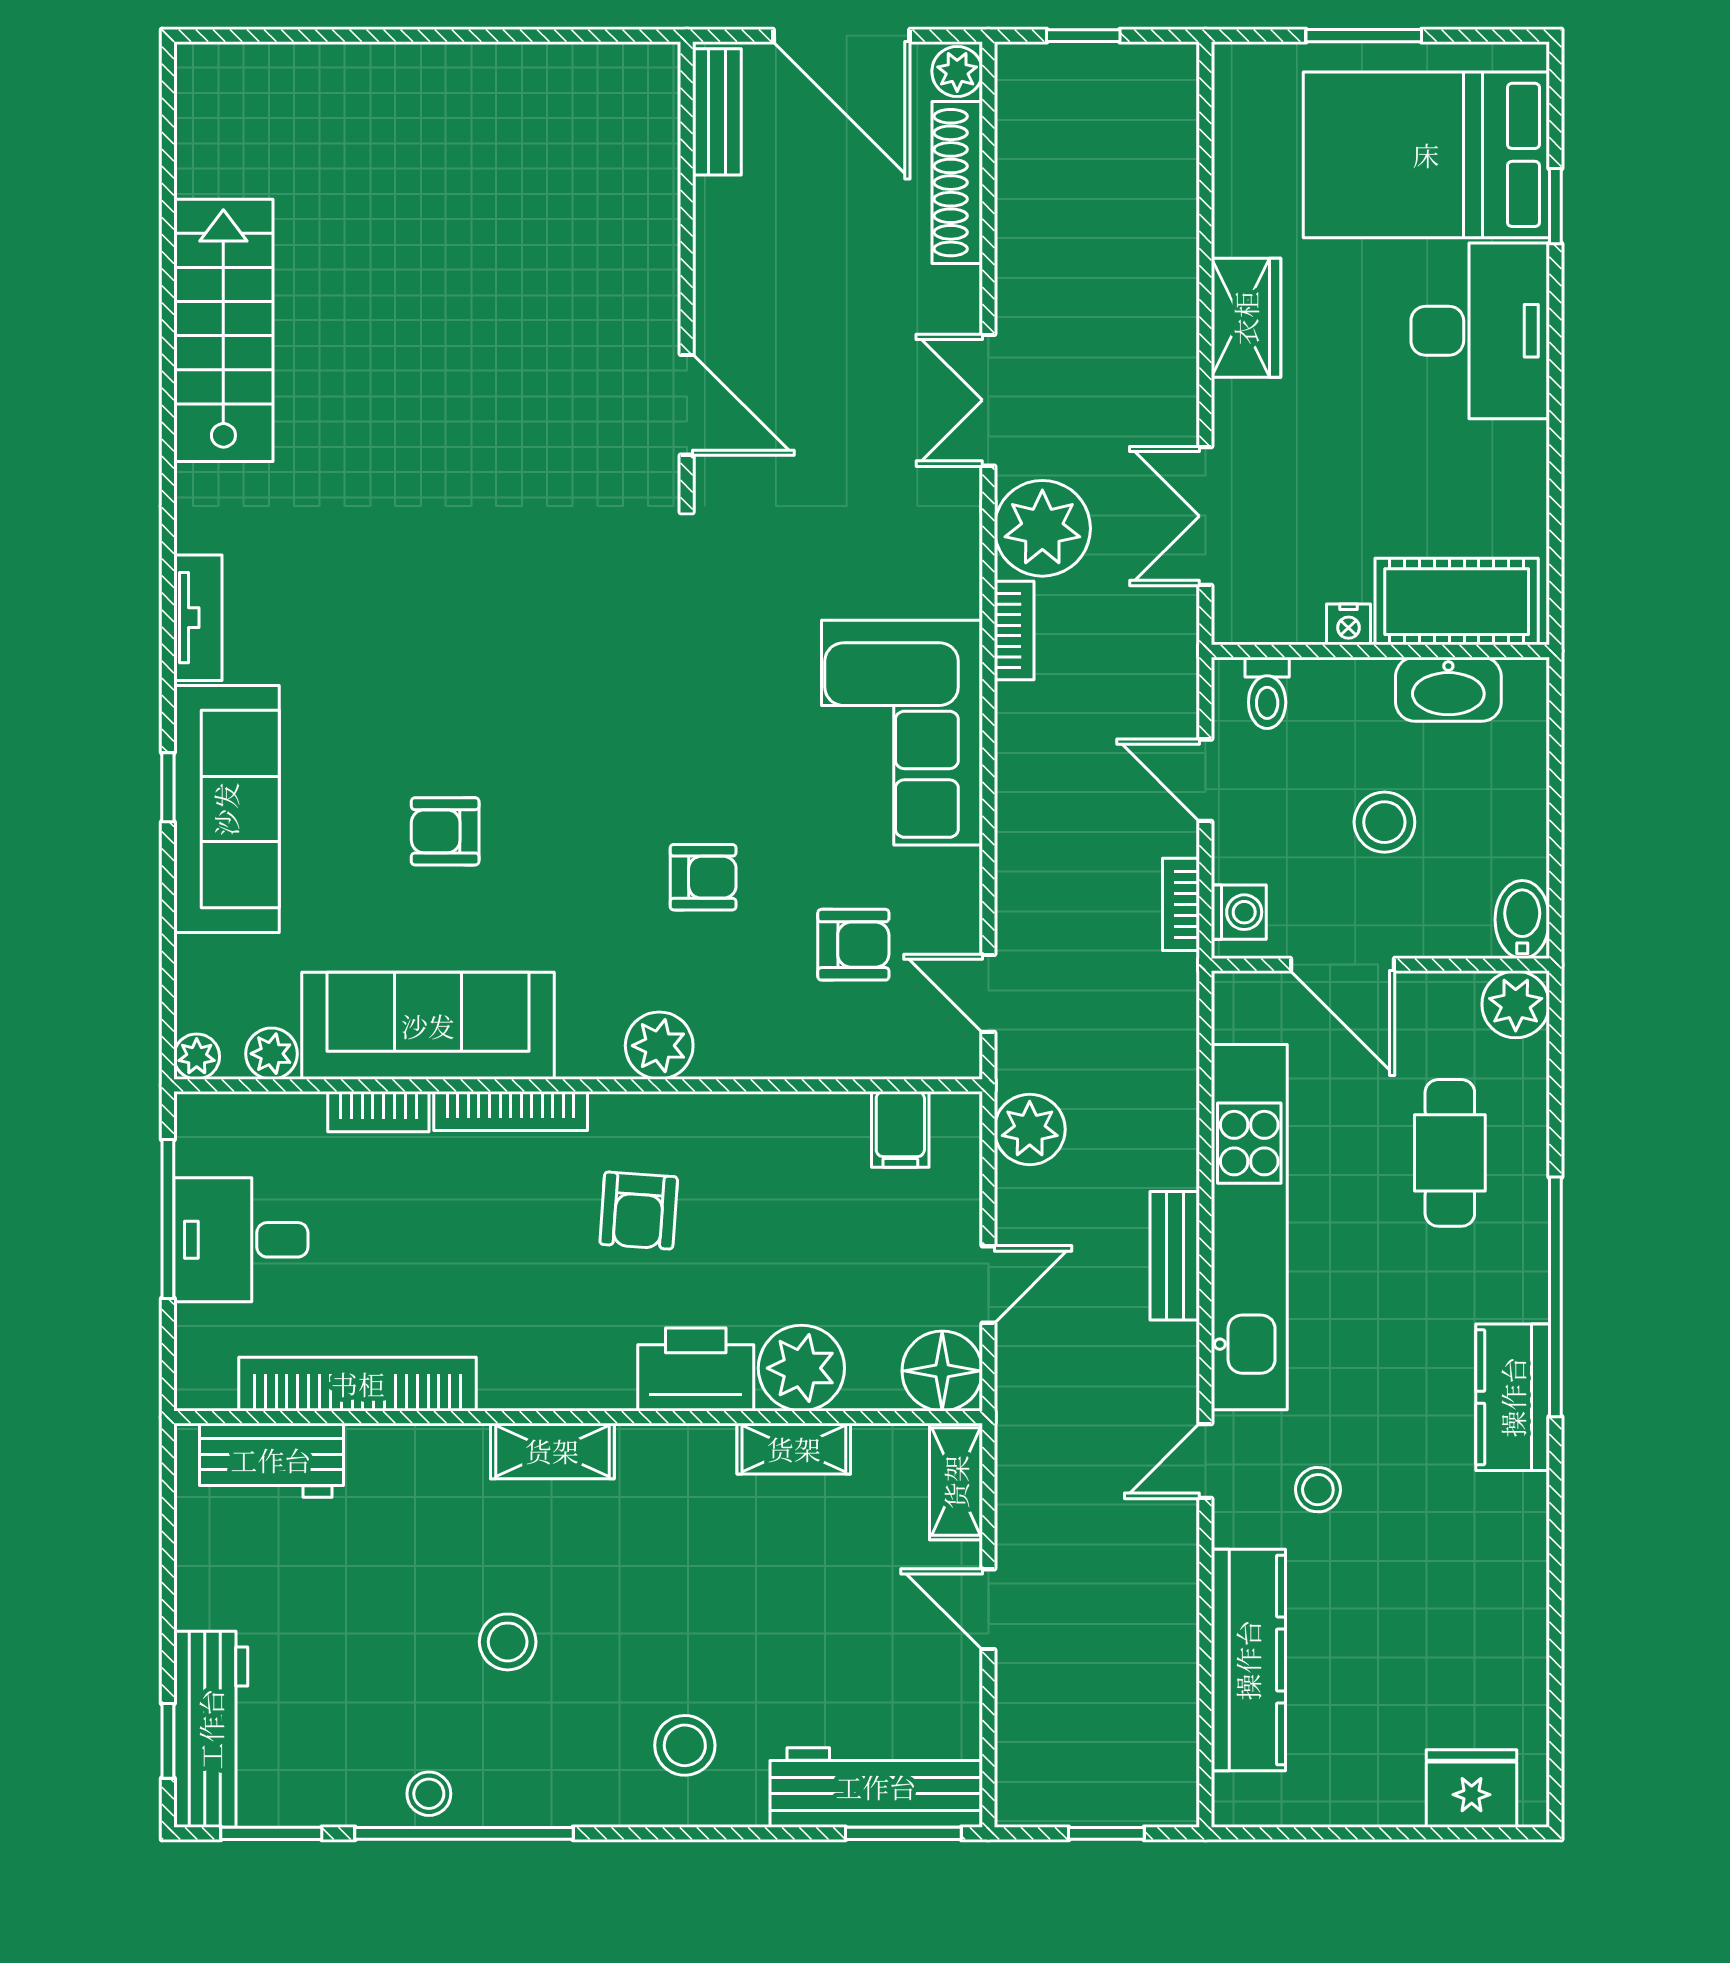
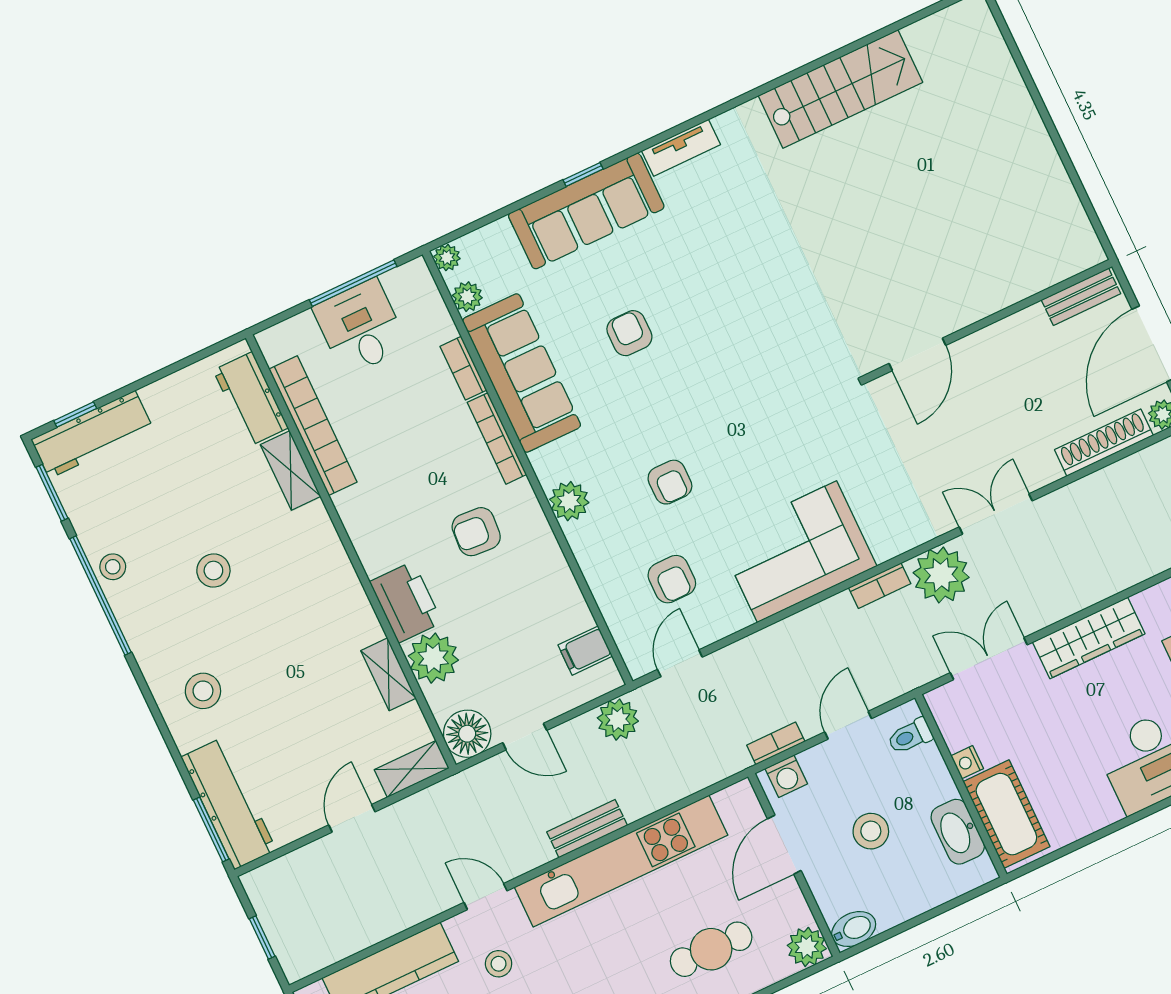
wardrobe: (1246, 318) -> (1089, 638), width x1.50
shelving: (552, 1451) -> (291, 470), moved

